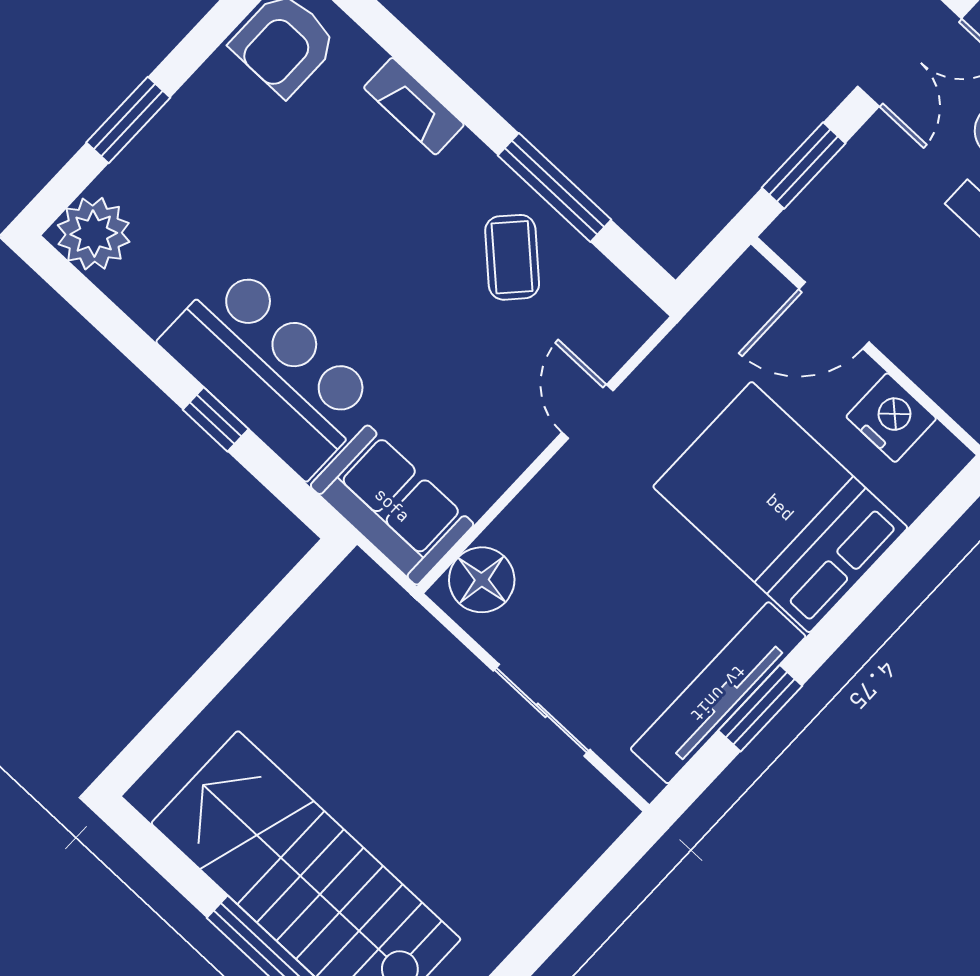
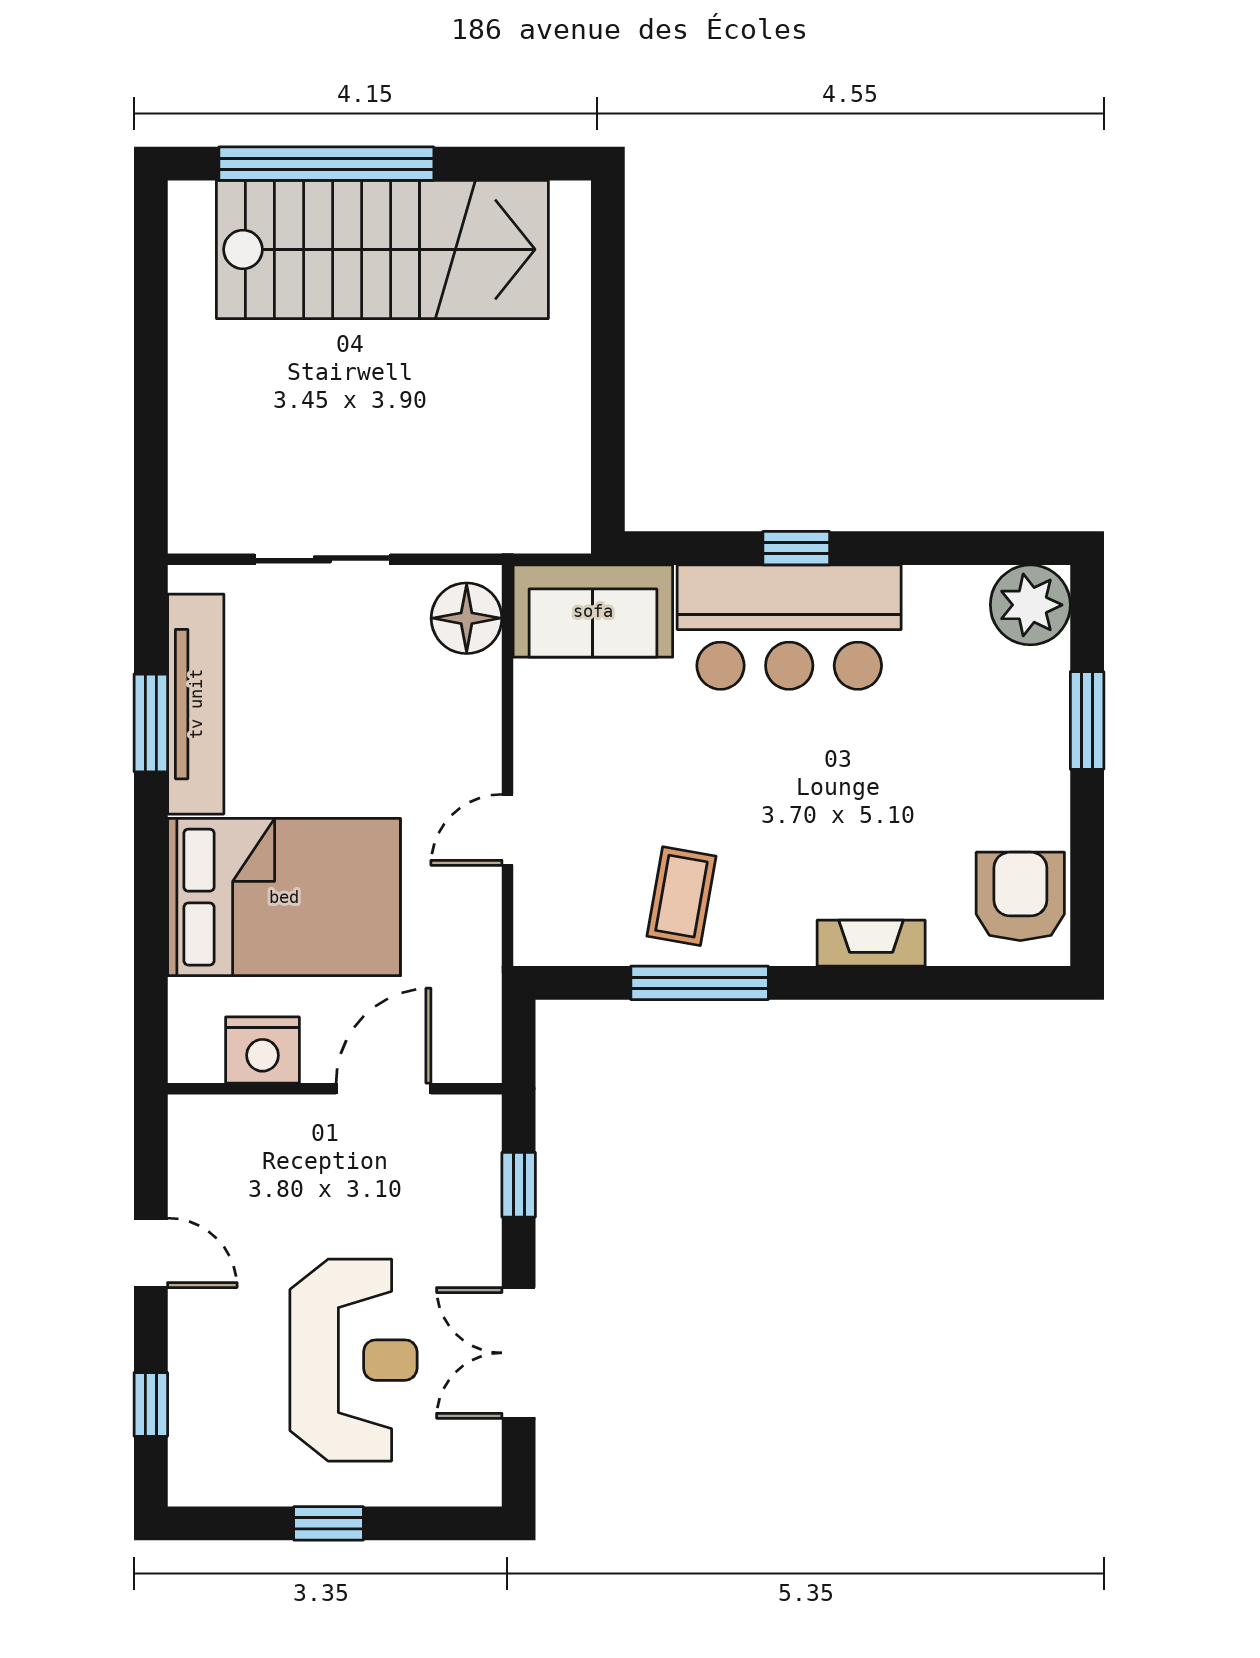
window: (804, 165) -> (519, 1185), width x0.67
coffee table: (512, 257) -> (681, 896), turned 57
door: (587, 412) -> (507, 830), swing flipped

